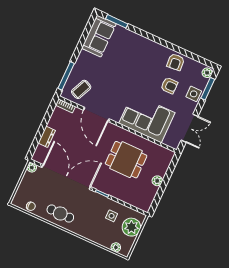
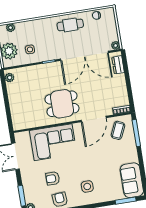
side table: (194, 94) -> (87, 186), moved
door: (96, 114) -> (94, 119), swing flipped
dresser: (47, 137) -> (118, 65), moved
dining table: (126, 160) -> (62, 104), moved
plant: (157, 181) -> (10, 78), moved

